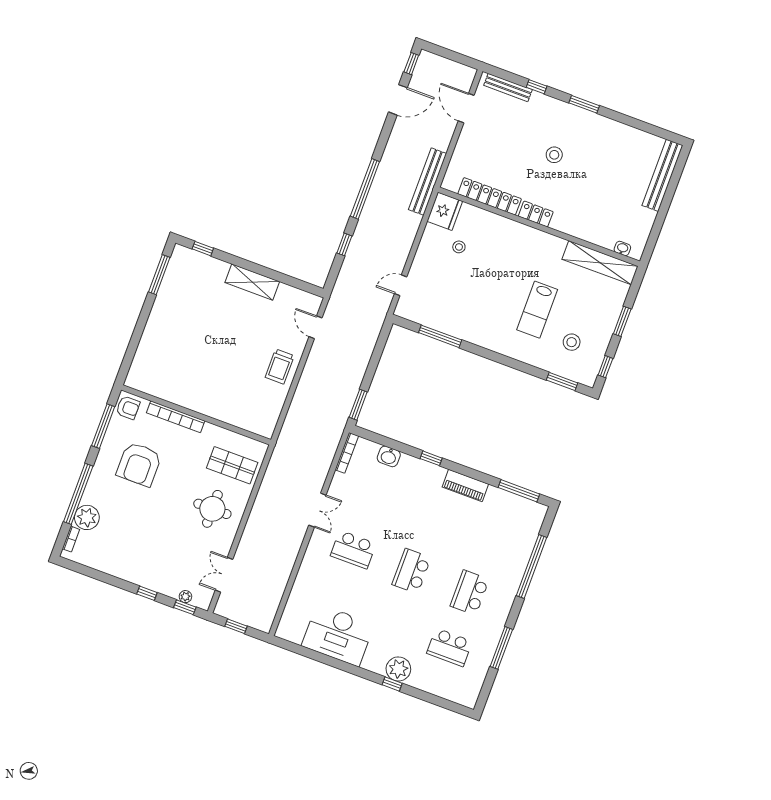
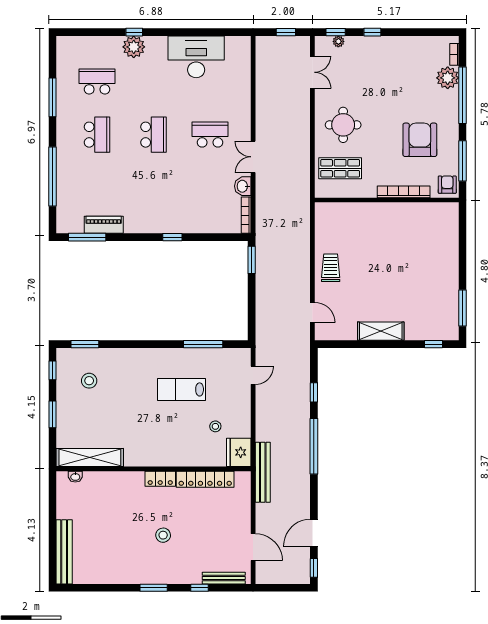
lab bench: (537, 310) -> (181, 389), moved, turned -90
armchair: (128, 408) -> (447, 185), turned 90
washbasin: (389, 456) -> (243, 186), moved, turned -90
piano: (465, 485) -> (104, 225), moved

